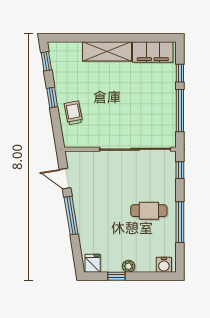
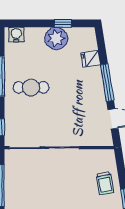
fridge: (93, 263) -> (91, 59), moved, turned 81
plant: (129, 266) -> (56, 38), width x1.88, depth x1.88

